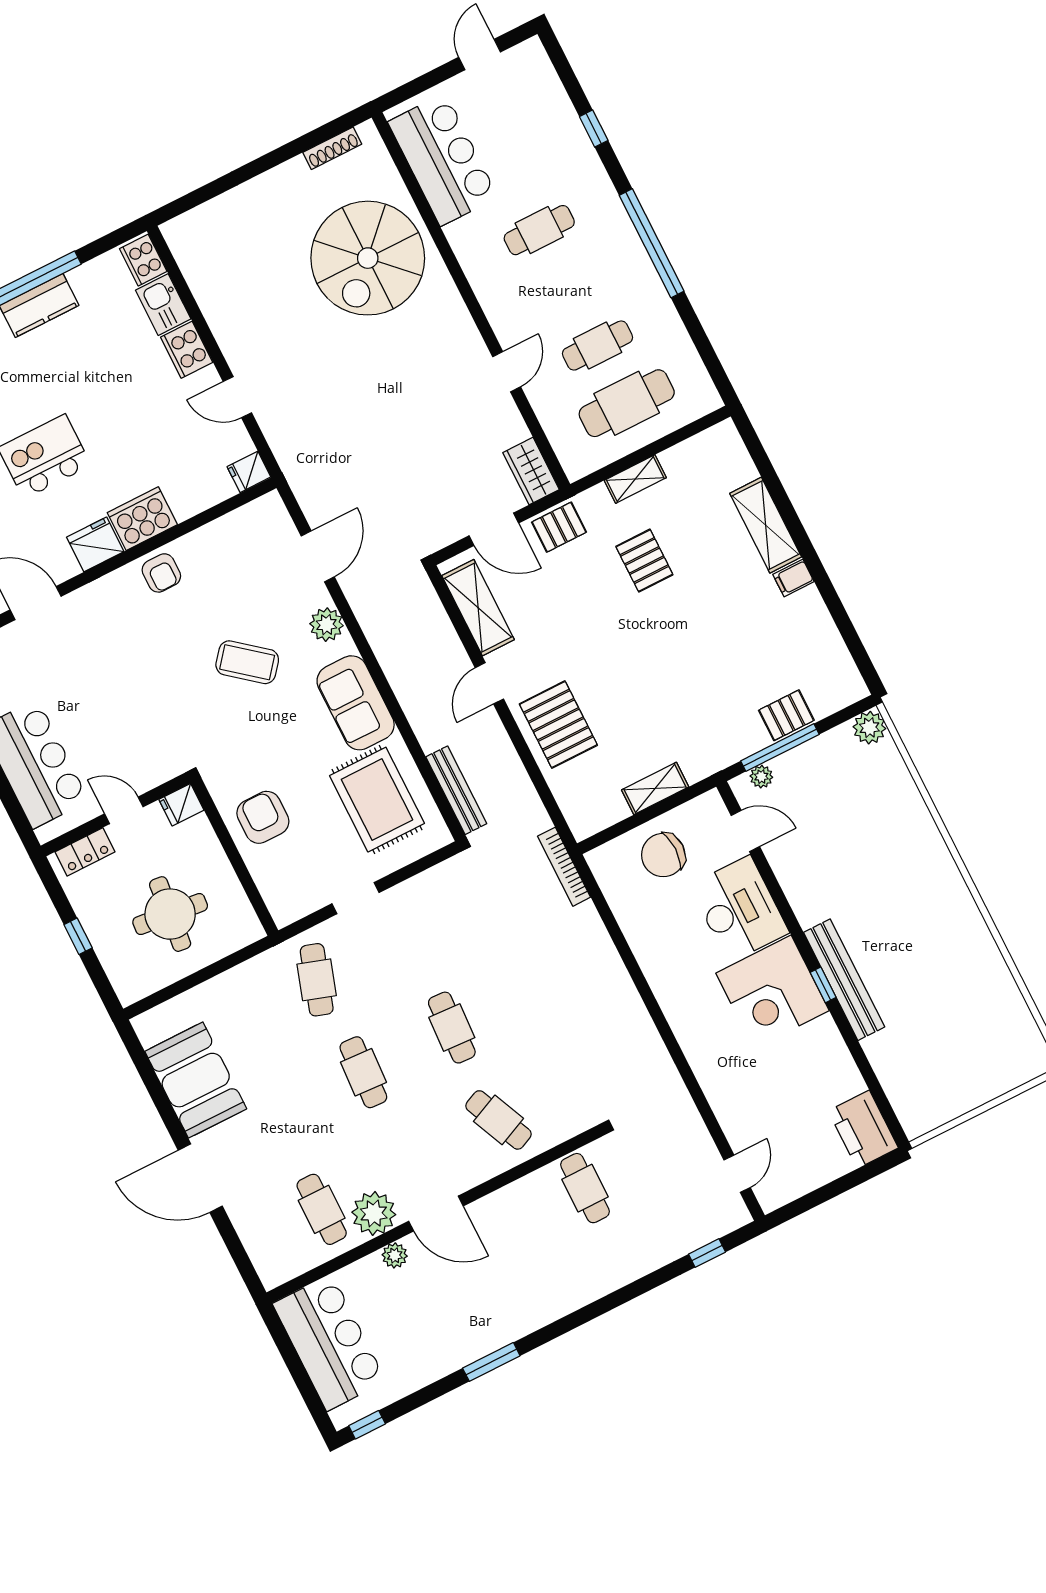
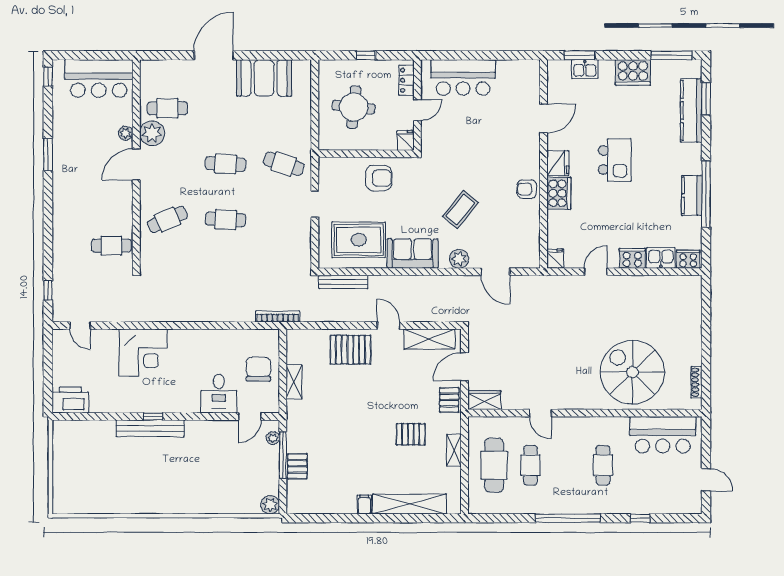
shelving: (766, 525) -> (410, 504), width x1.47
desk: (739, 909) -> (219, 394), width x0.73
corner desk: (772, 992) -> (143, 353), moved, turned 180

